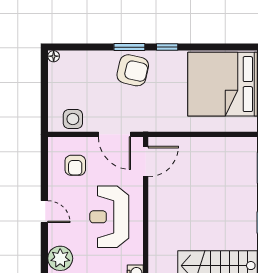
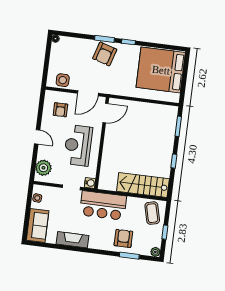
armchair: (133, 70) -> (105, 54), turned 94
door: (114, 134) -> (88, 93), hinge flipped

